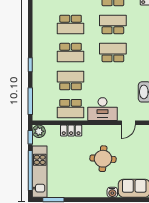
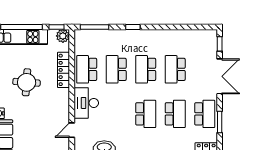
school desk: (71, 81) -> (116, 69), turned 180
door: (128, 123) -> (72, 130), hinge flipped
locker: (71, 131) -> (64, 70), width x1.53
round table: (103, 159) -> (27, 82), moved

